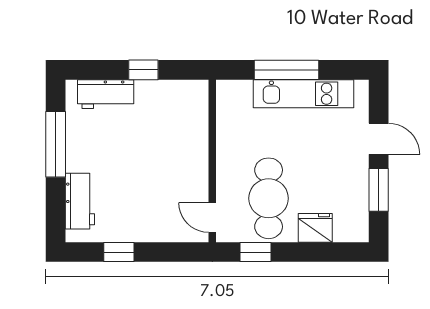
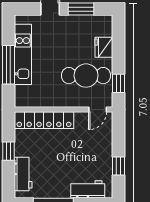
locker: (195, 129) -> (44, 120), added

